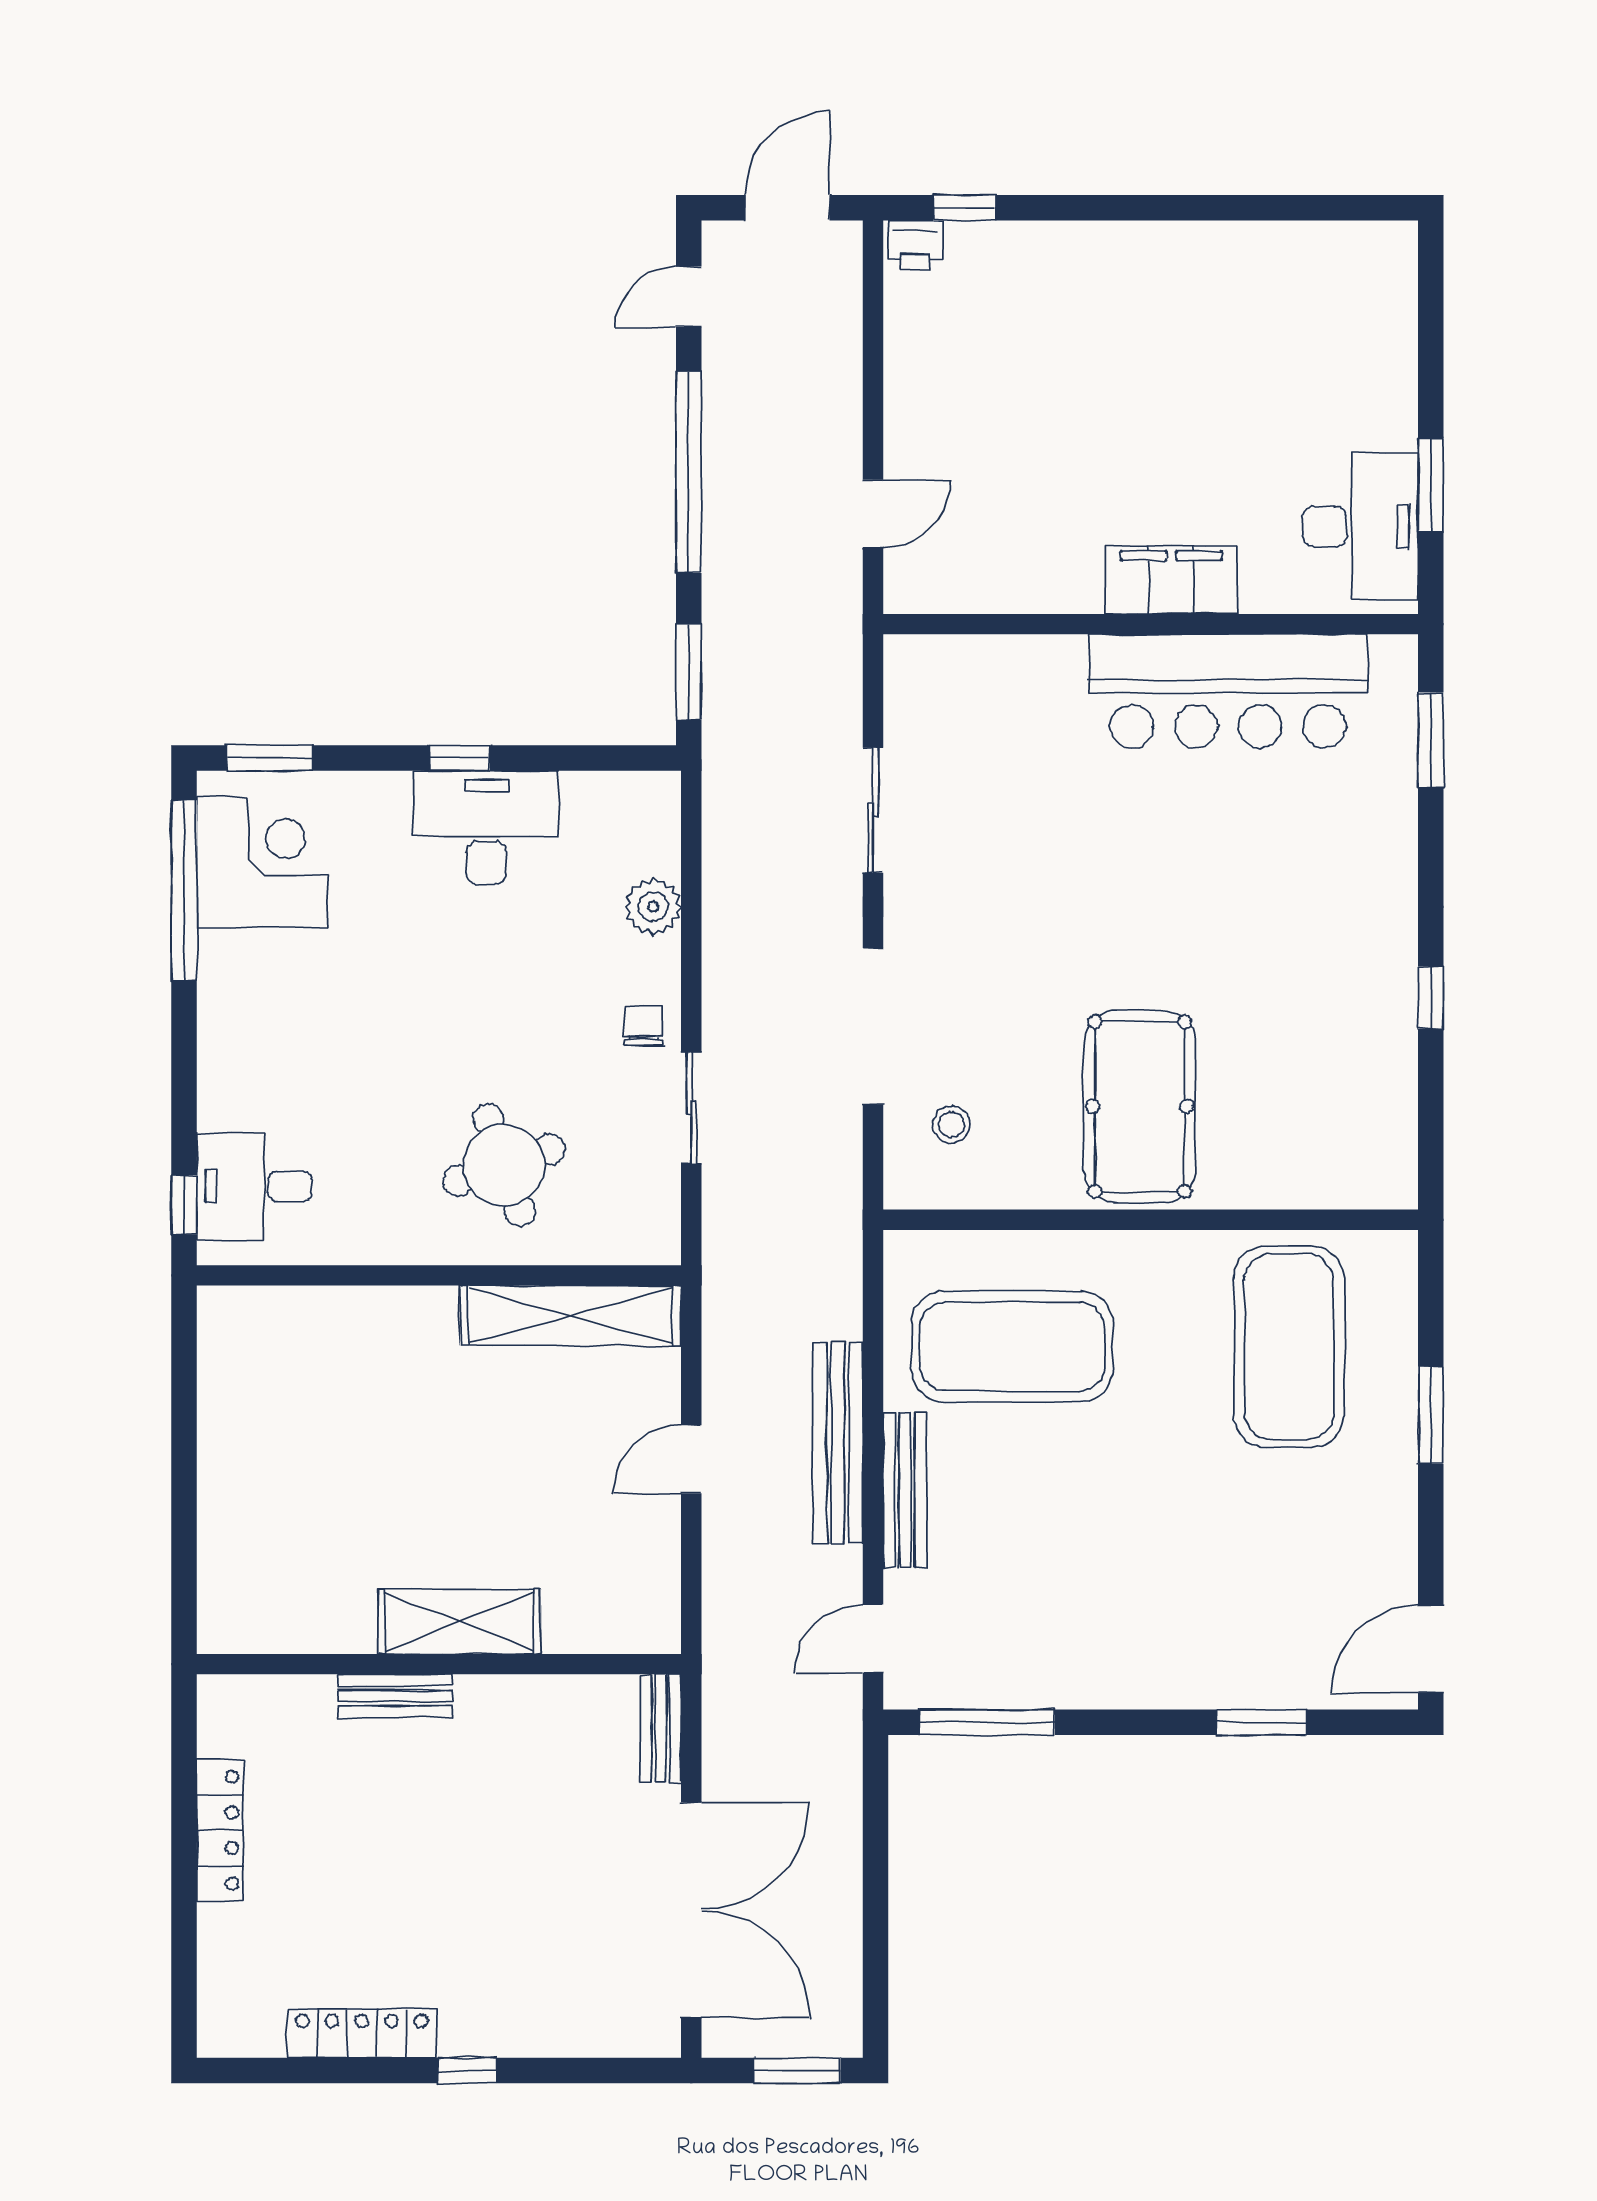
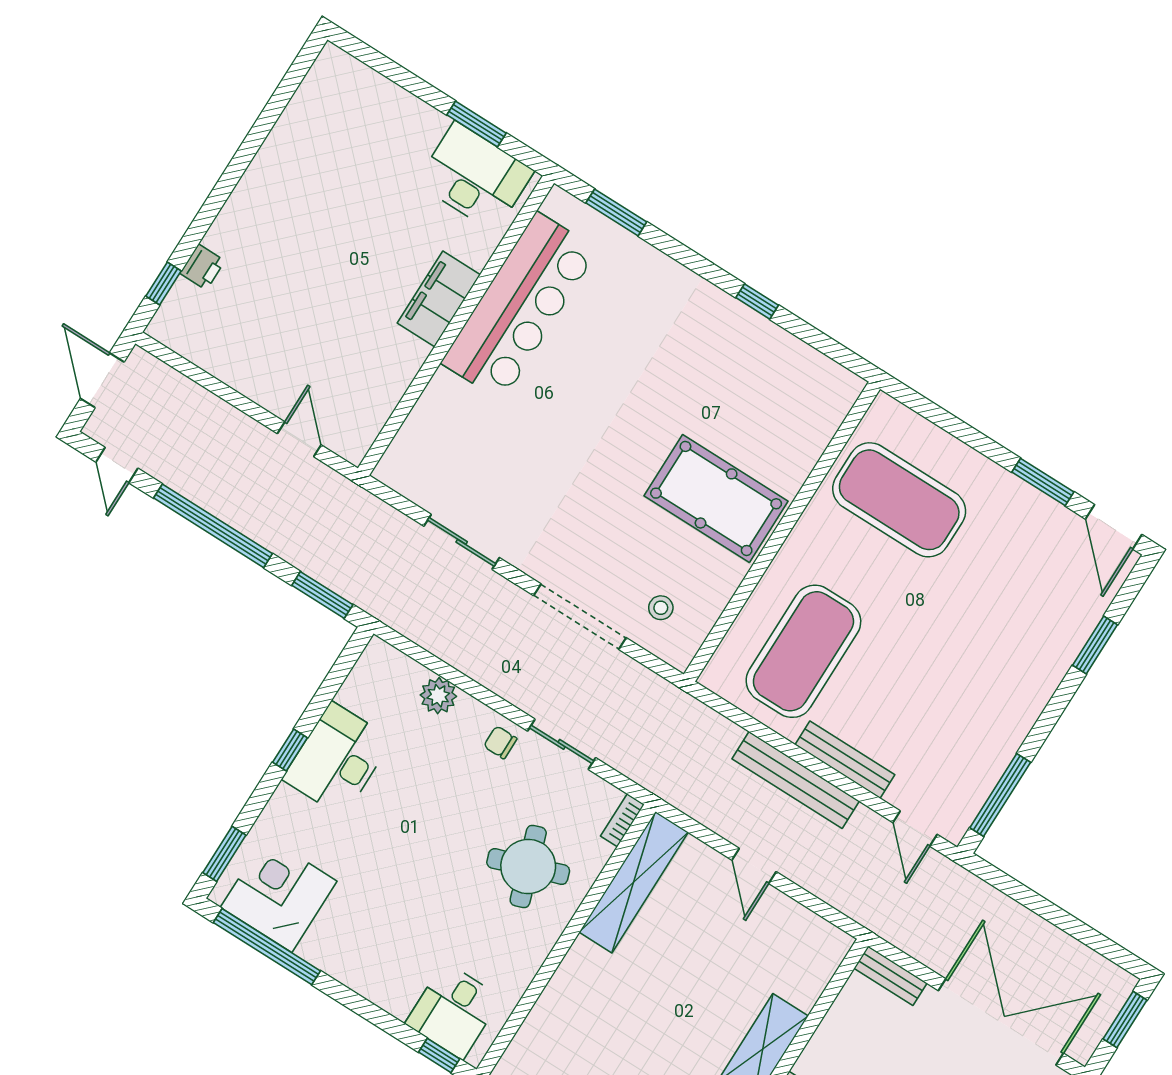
printer: (915, 245) -> (202, 267), moved
bookcase: (642, 1250) -> (622, 820), added
window: (1431, 1415) -> (1043, 482), moved

